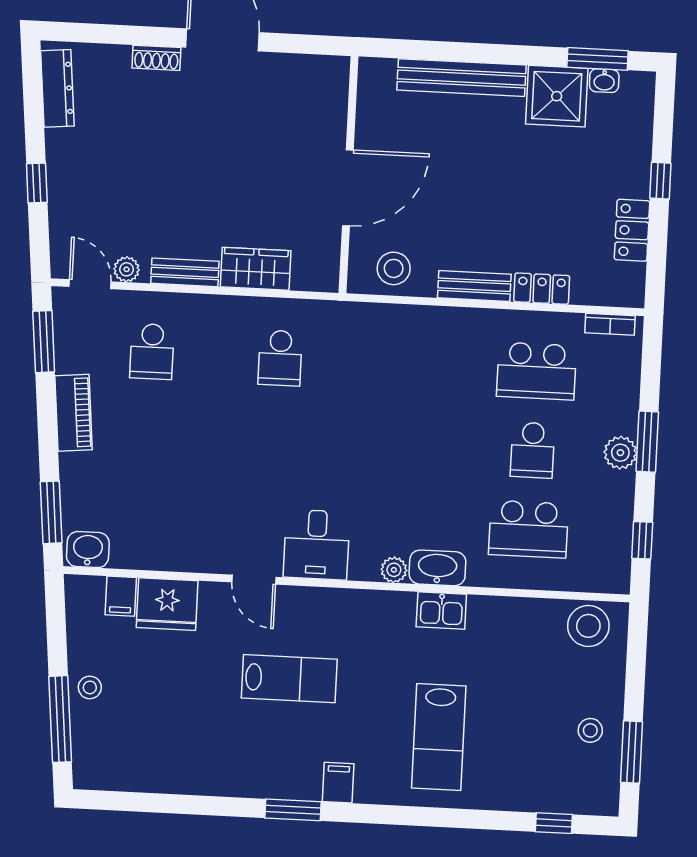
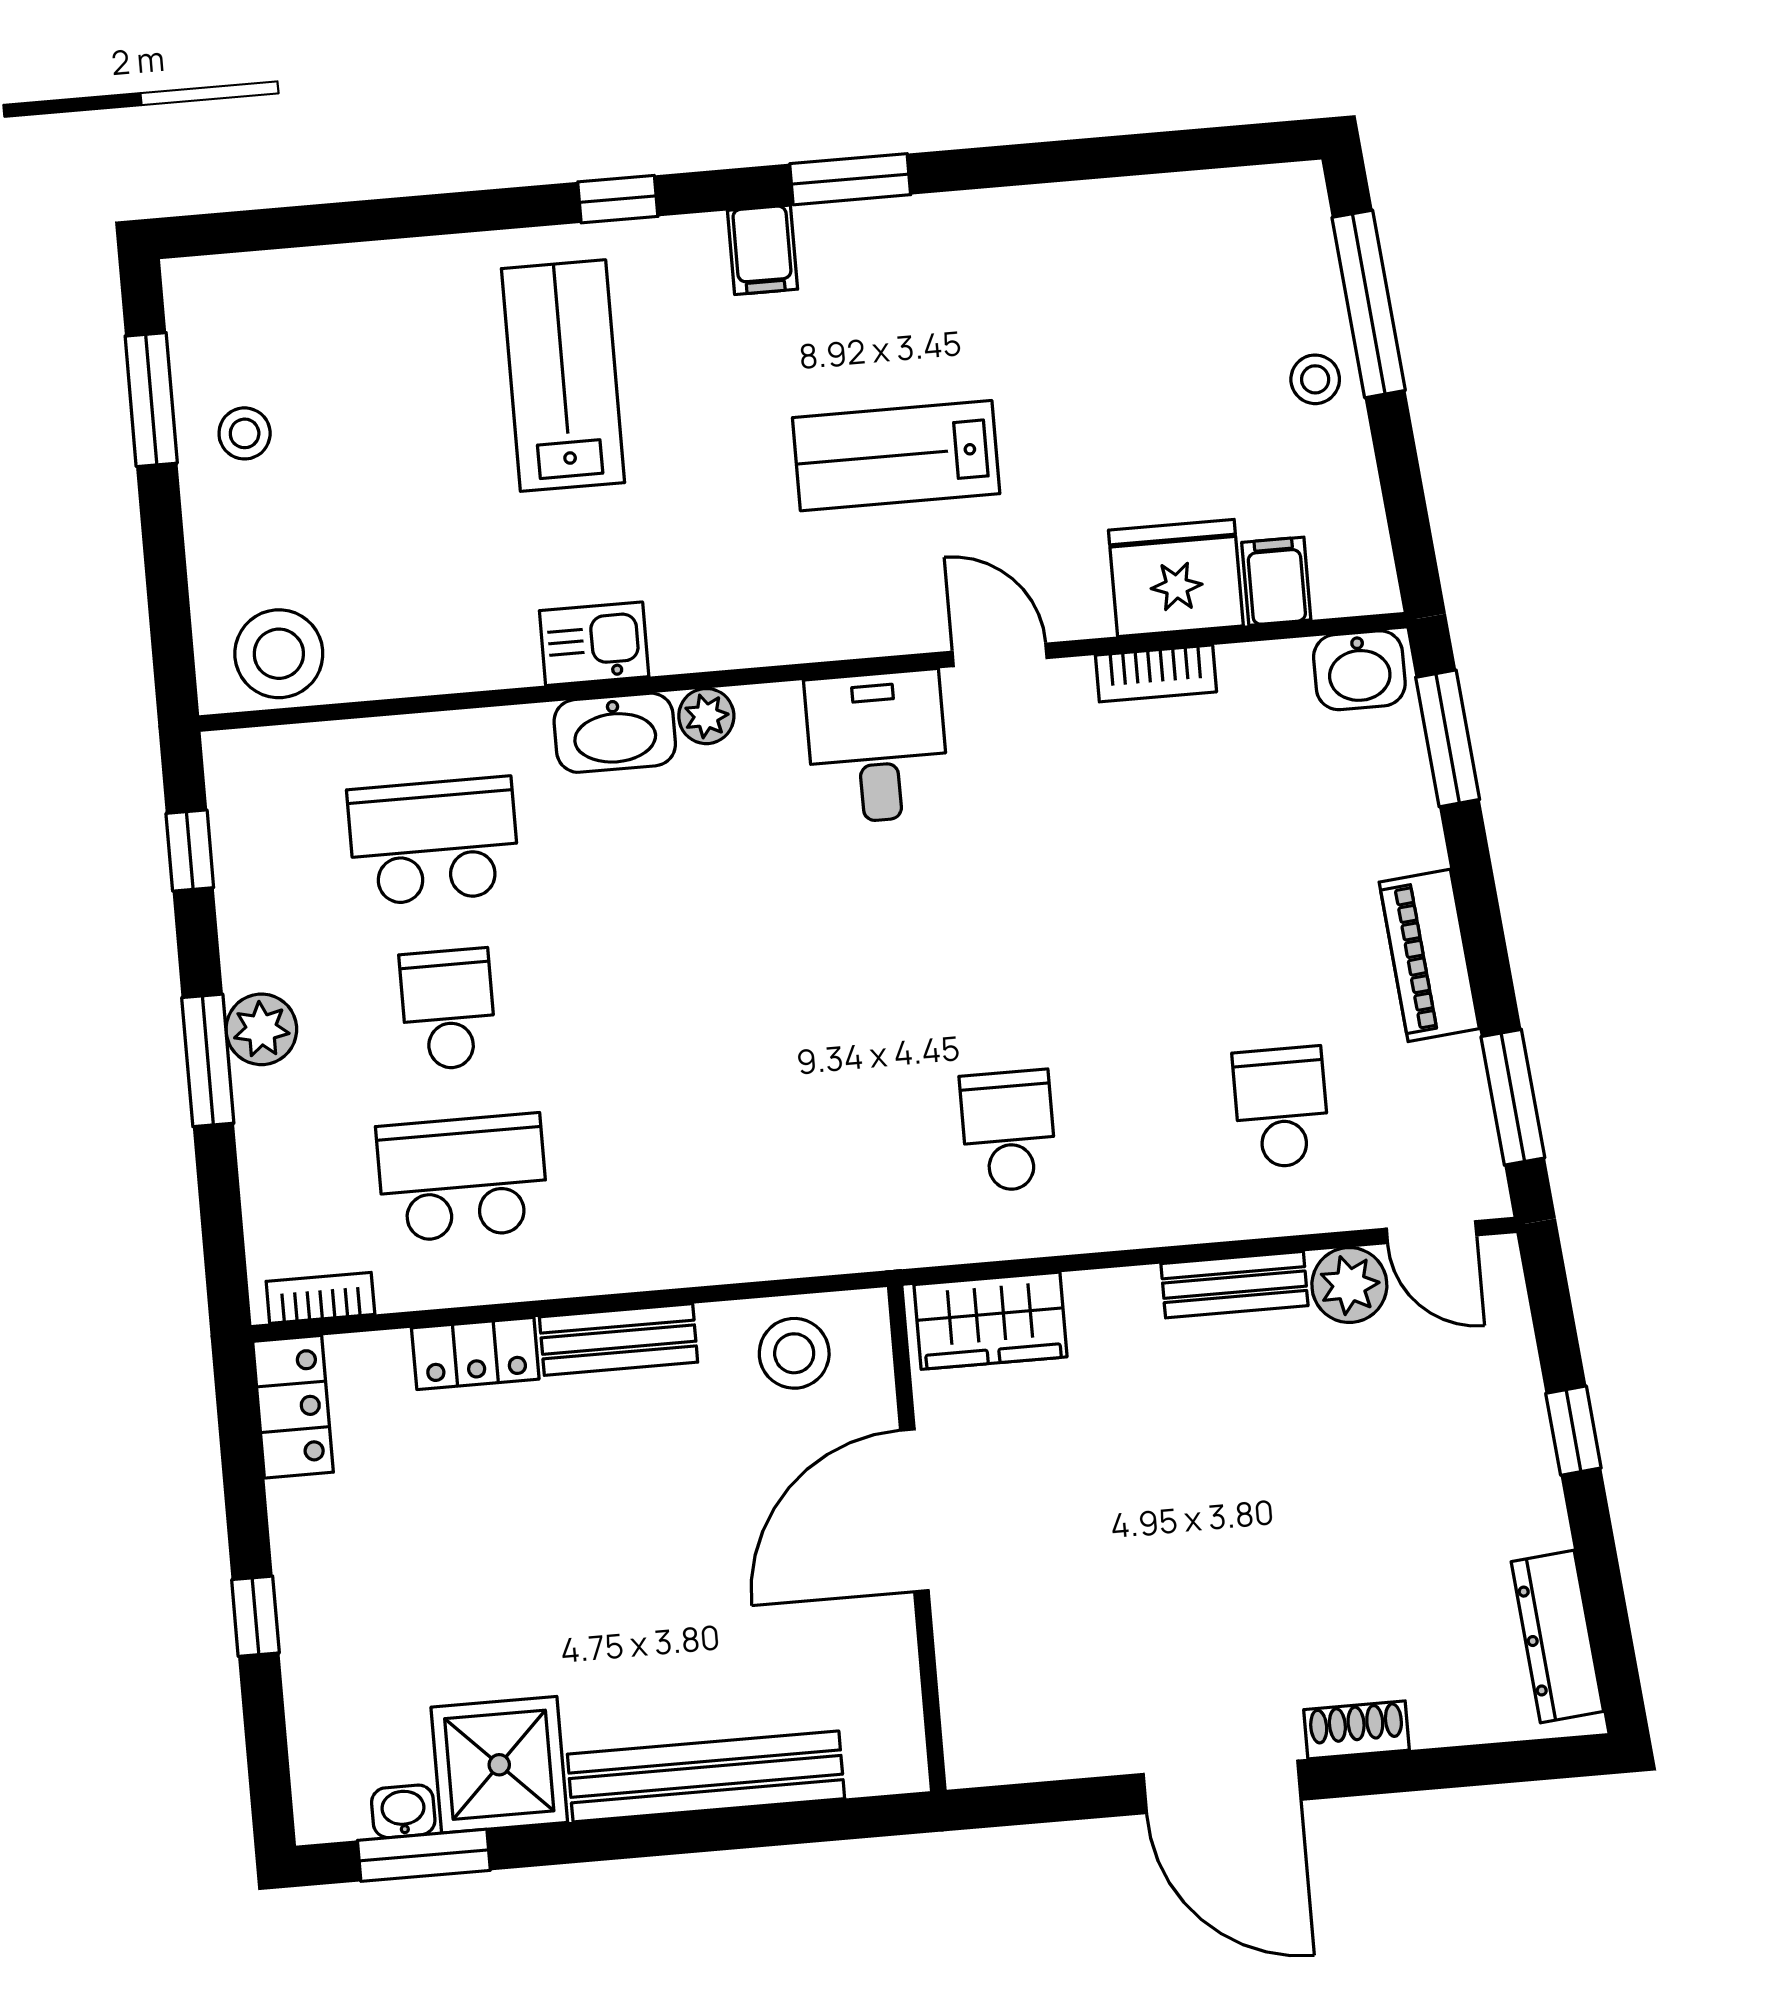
locker: (632, 230) -> (293, 1407), moved
plant: (127, 269) -> (1349, 1285), width x1.38, depth x1.38
wardrobe: (256, 269) -> (990, 1321), moved
bookcase: (182, 561) -> (1156, 673), added
window: (554, 823) -> (618, 199), moved

